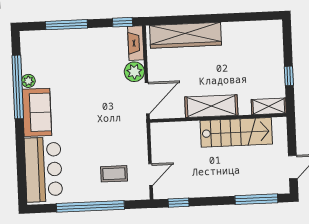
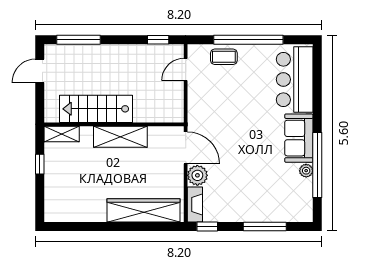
door: (147, 98) -> (186, 148), swing flipped
coffee table: (114, 174) -> (224, 57), moved

